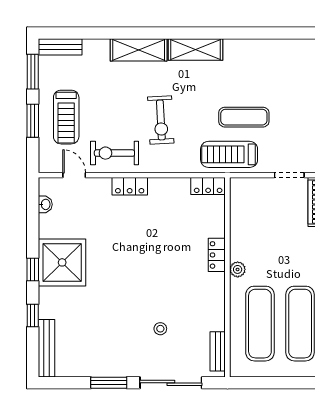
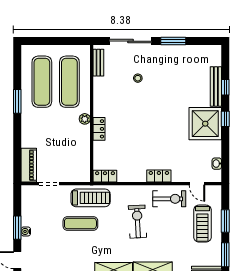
treadmill: (66, 117) -> (202, 224), turned 180
bench: (47, 348) -> (216, 87), moved

